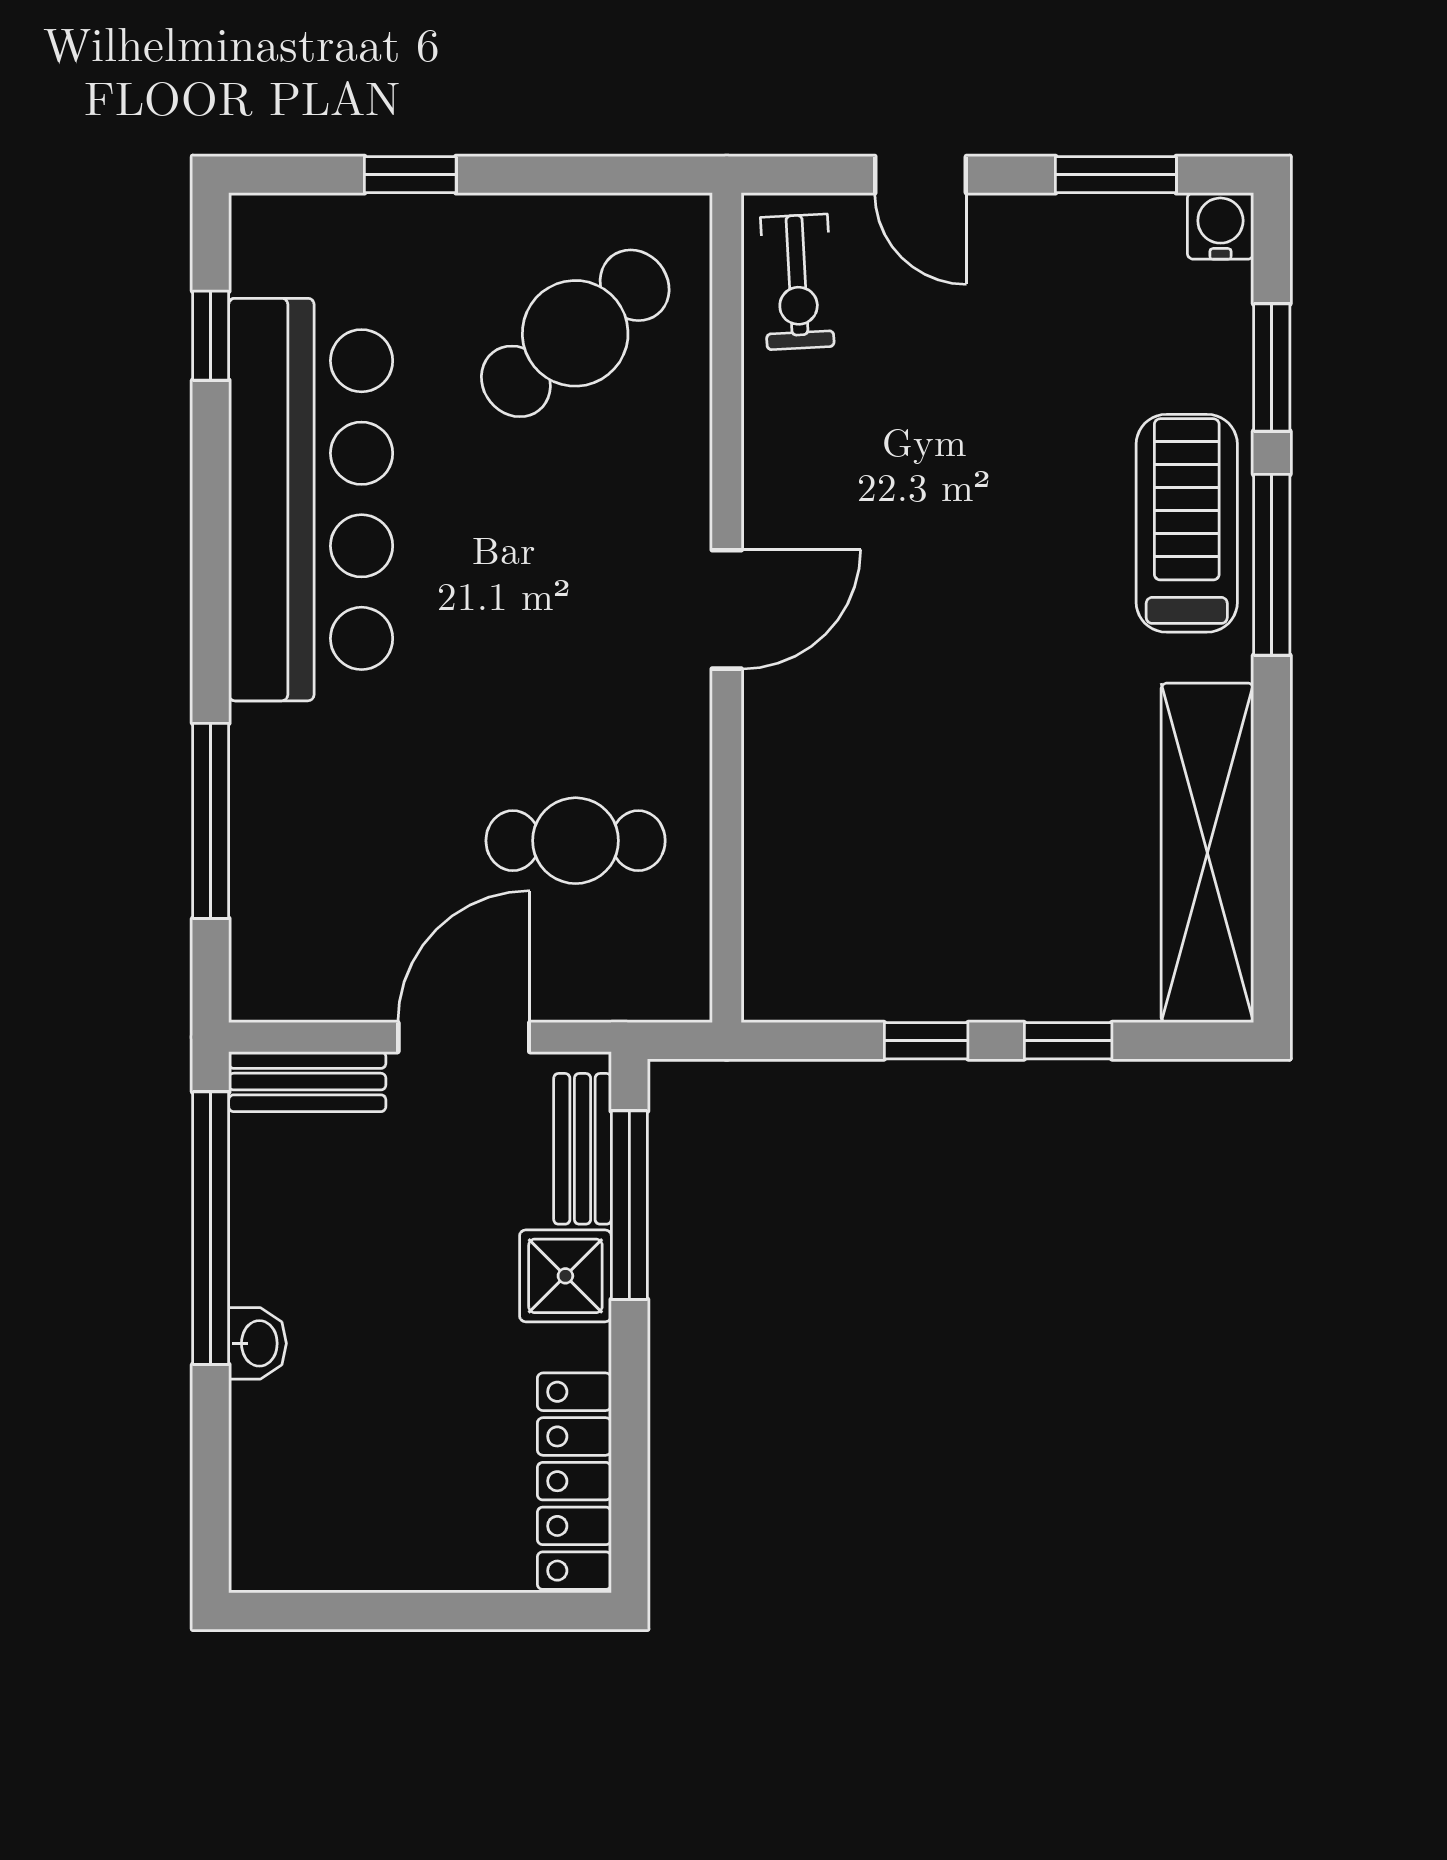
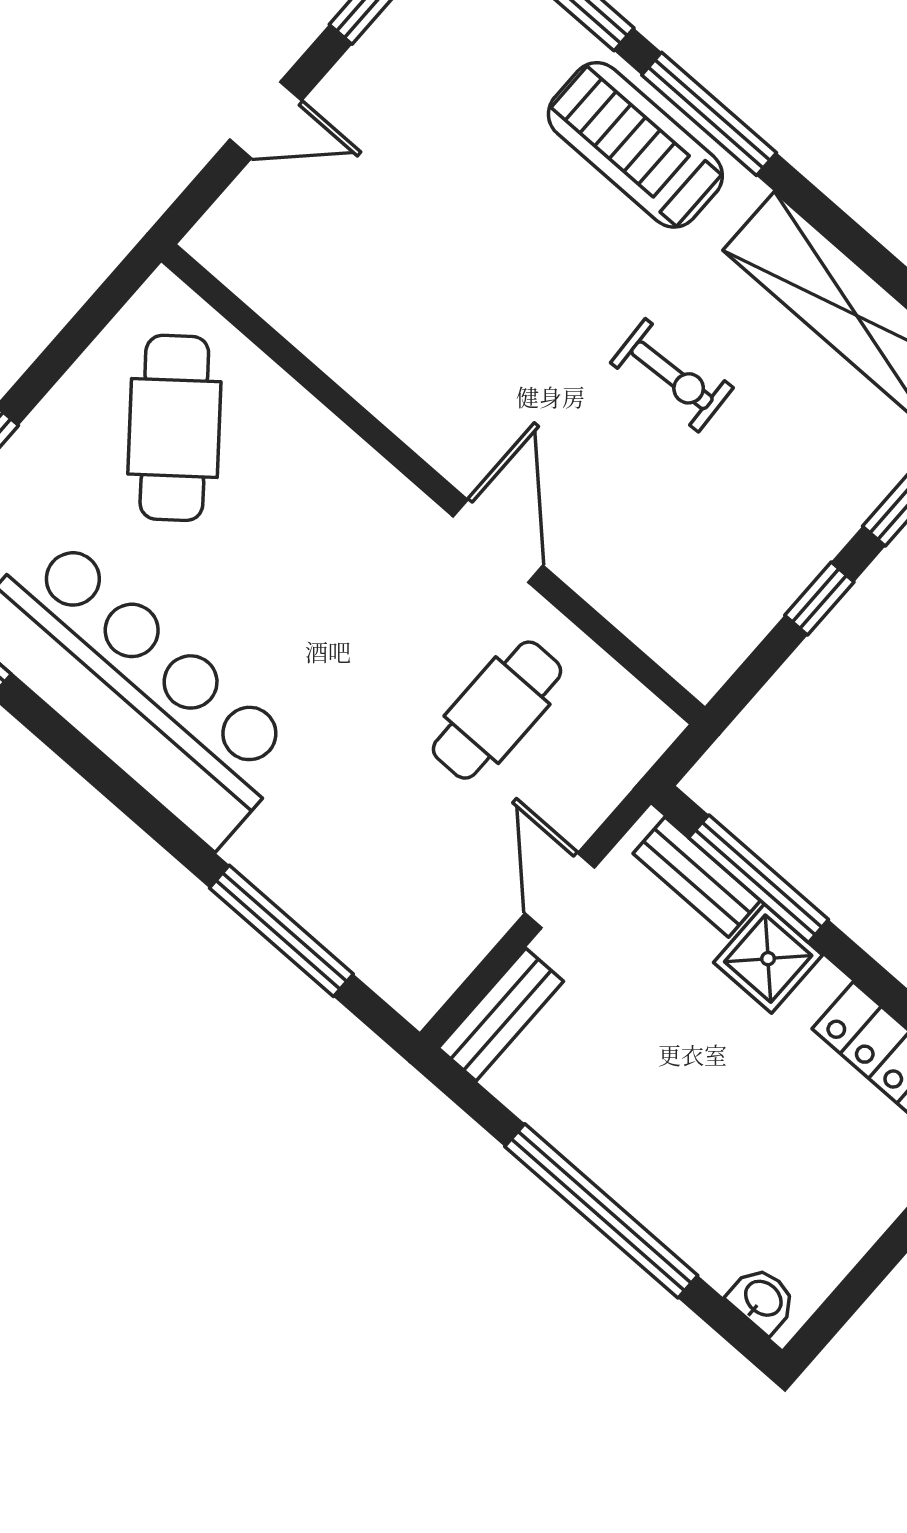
exercise bike: (797, 282) -> (672, 375), moved
door: (727, 609) -> (498, 541), moved
door: (464, 1037) -> (560, 890), width x0.73
window: (211, 1228) -> (601, 1211), moved
washbasin: (258, 1343) -> (762, 1299), moved

